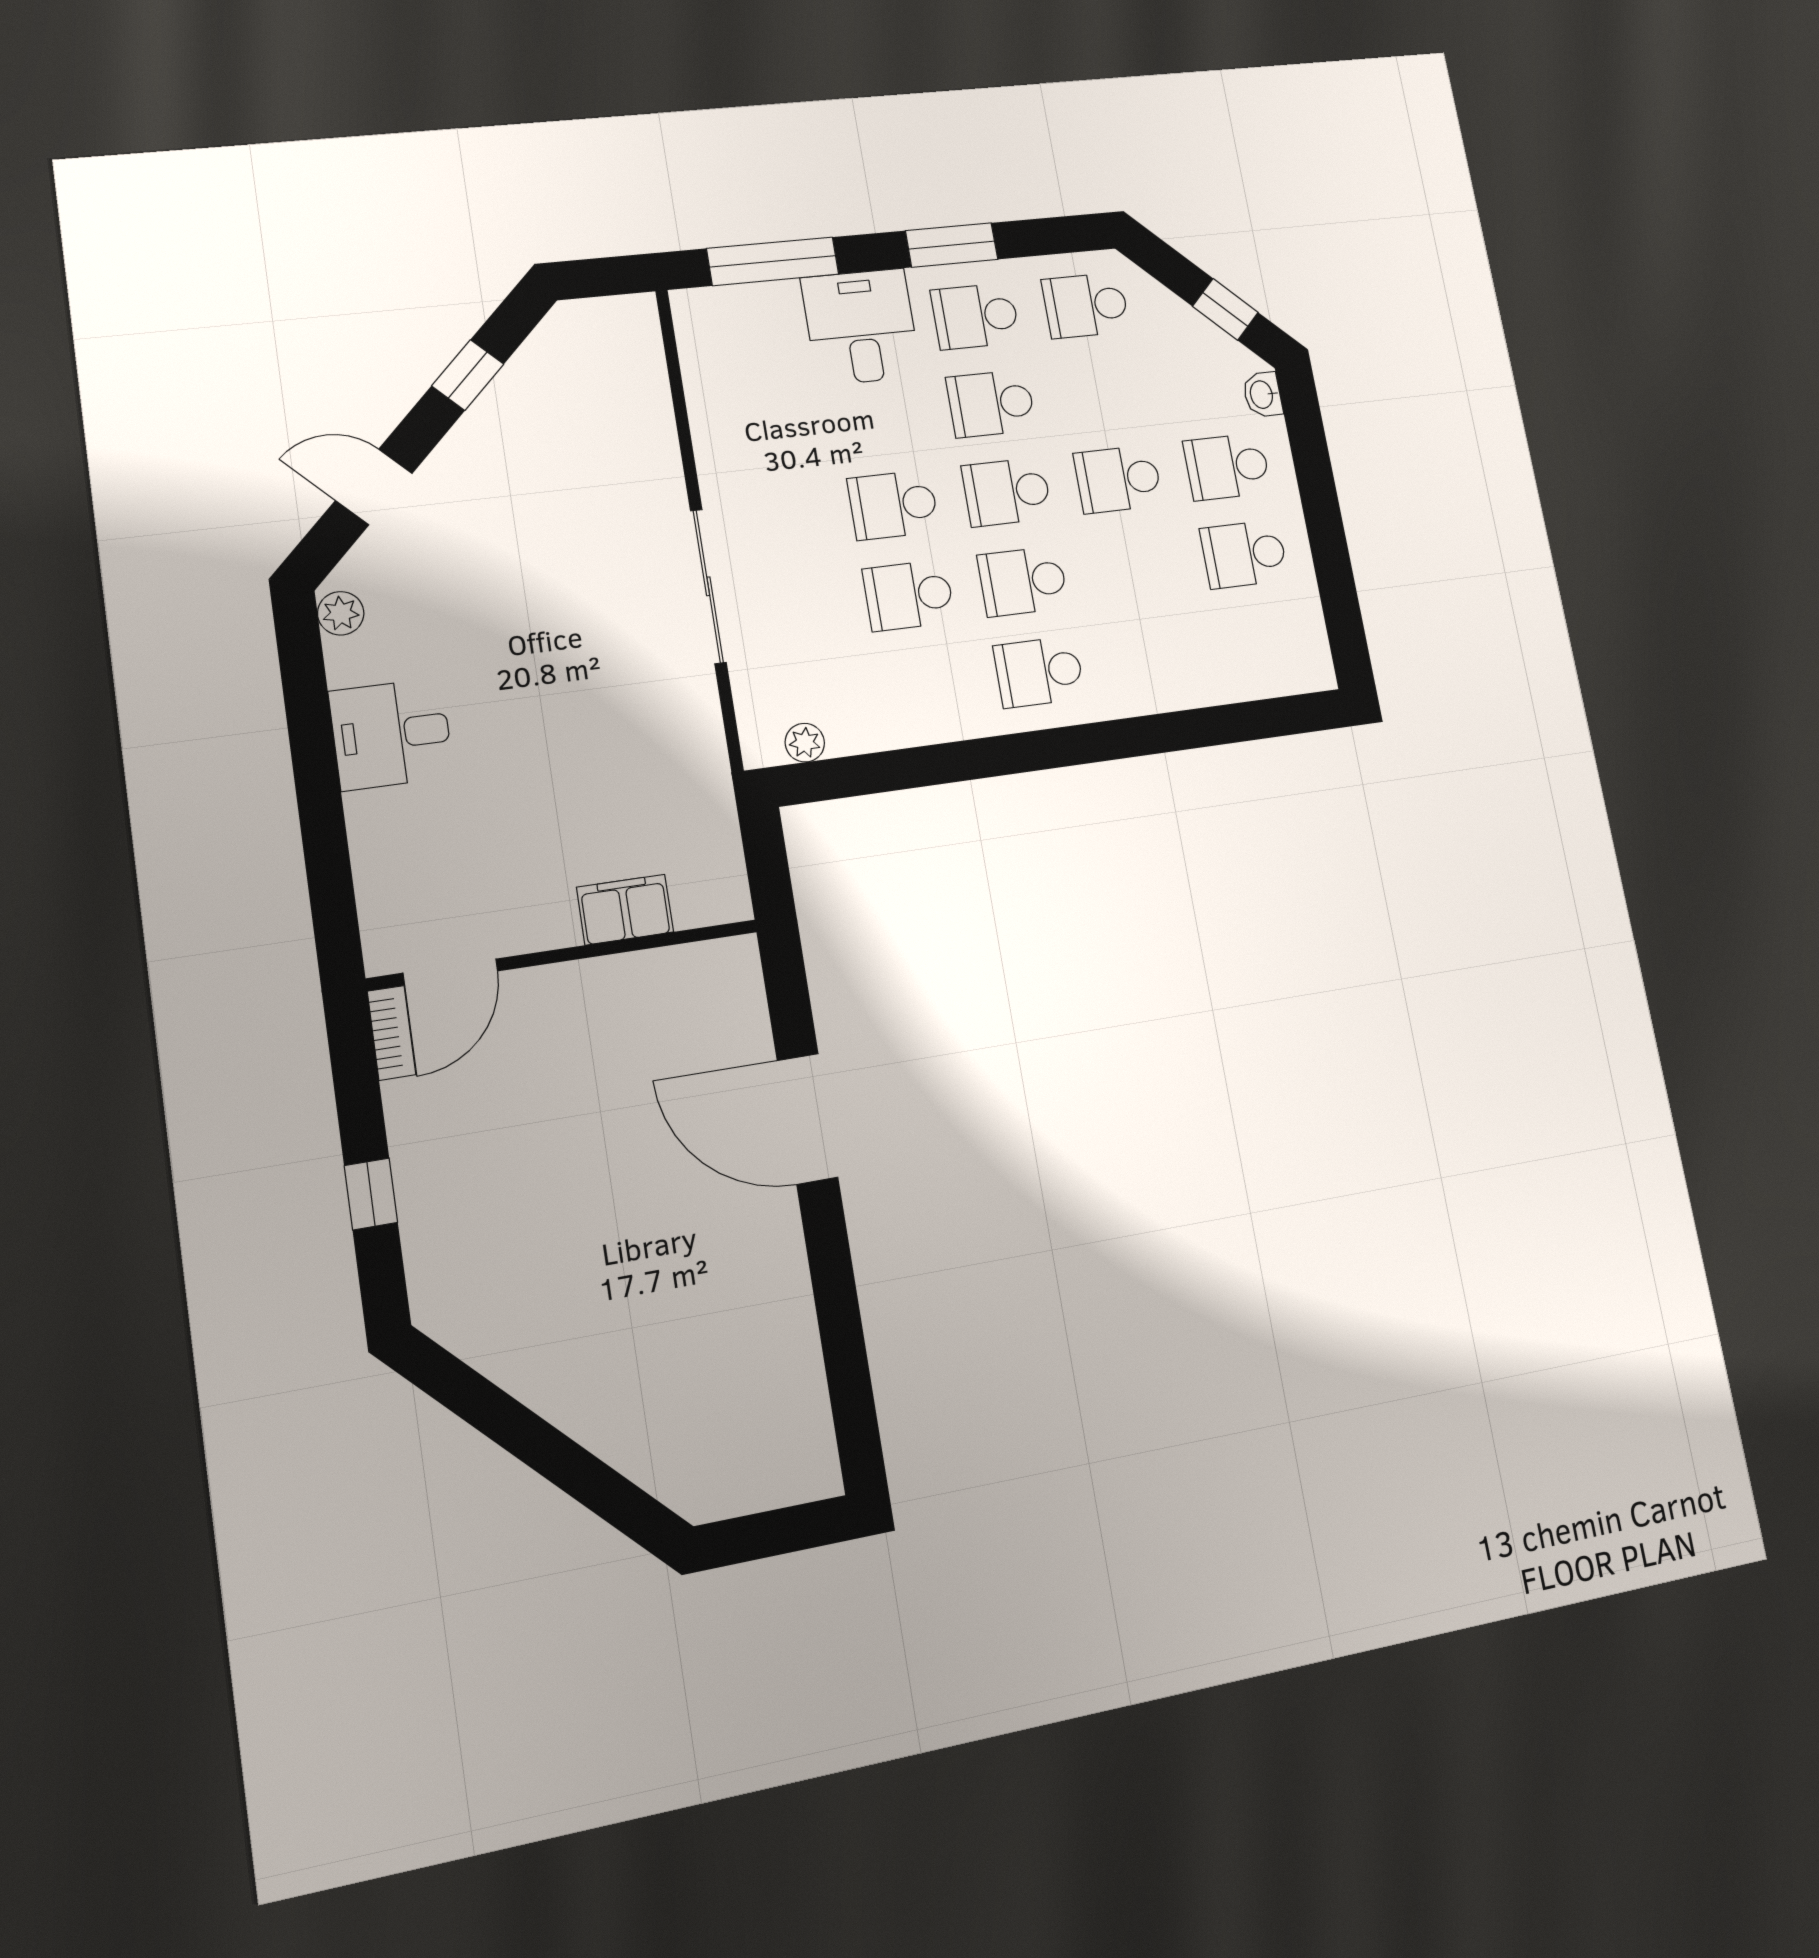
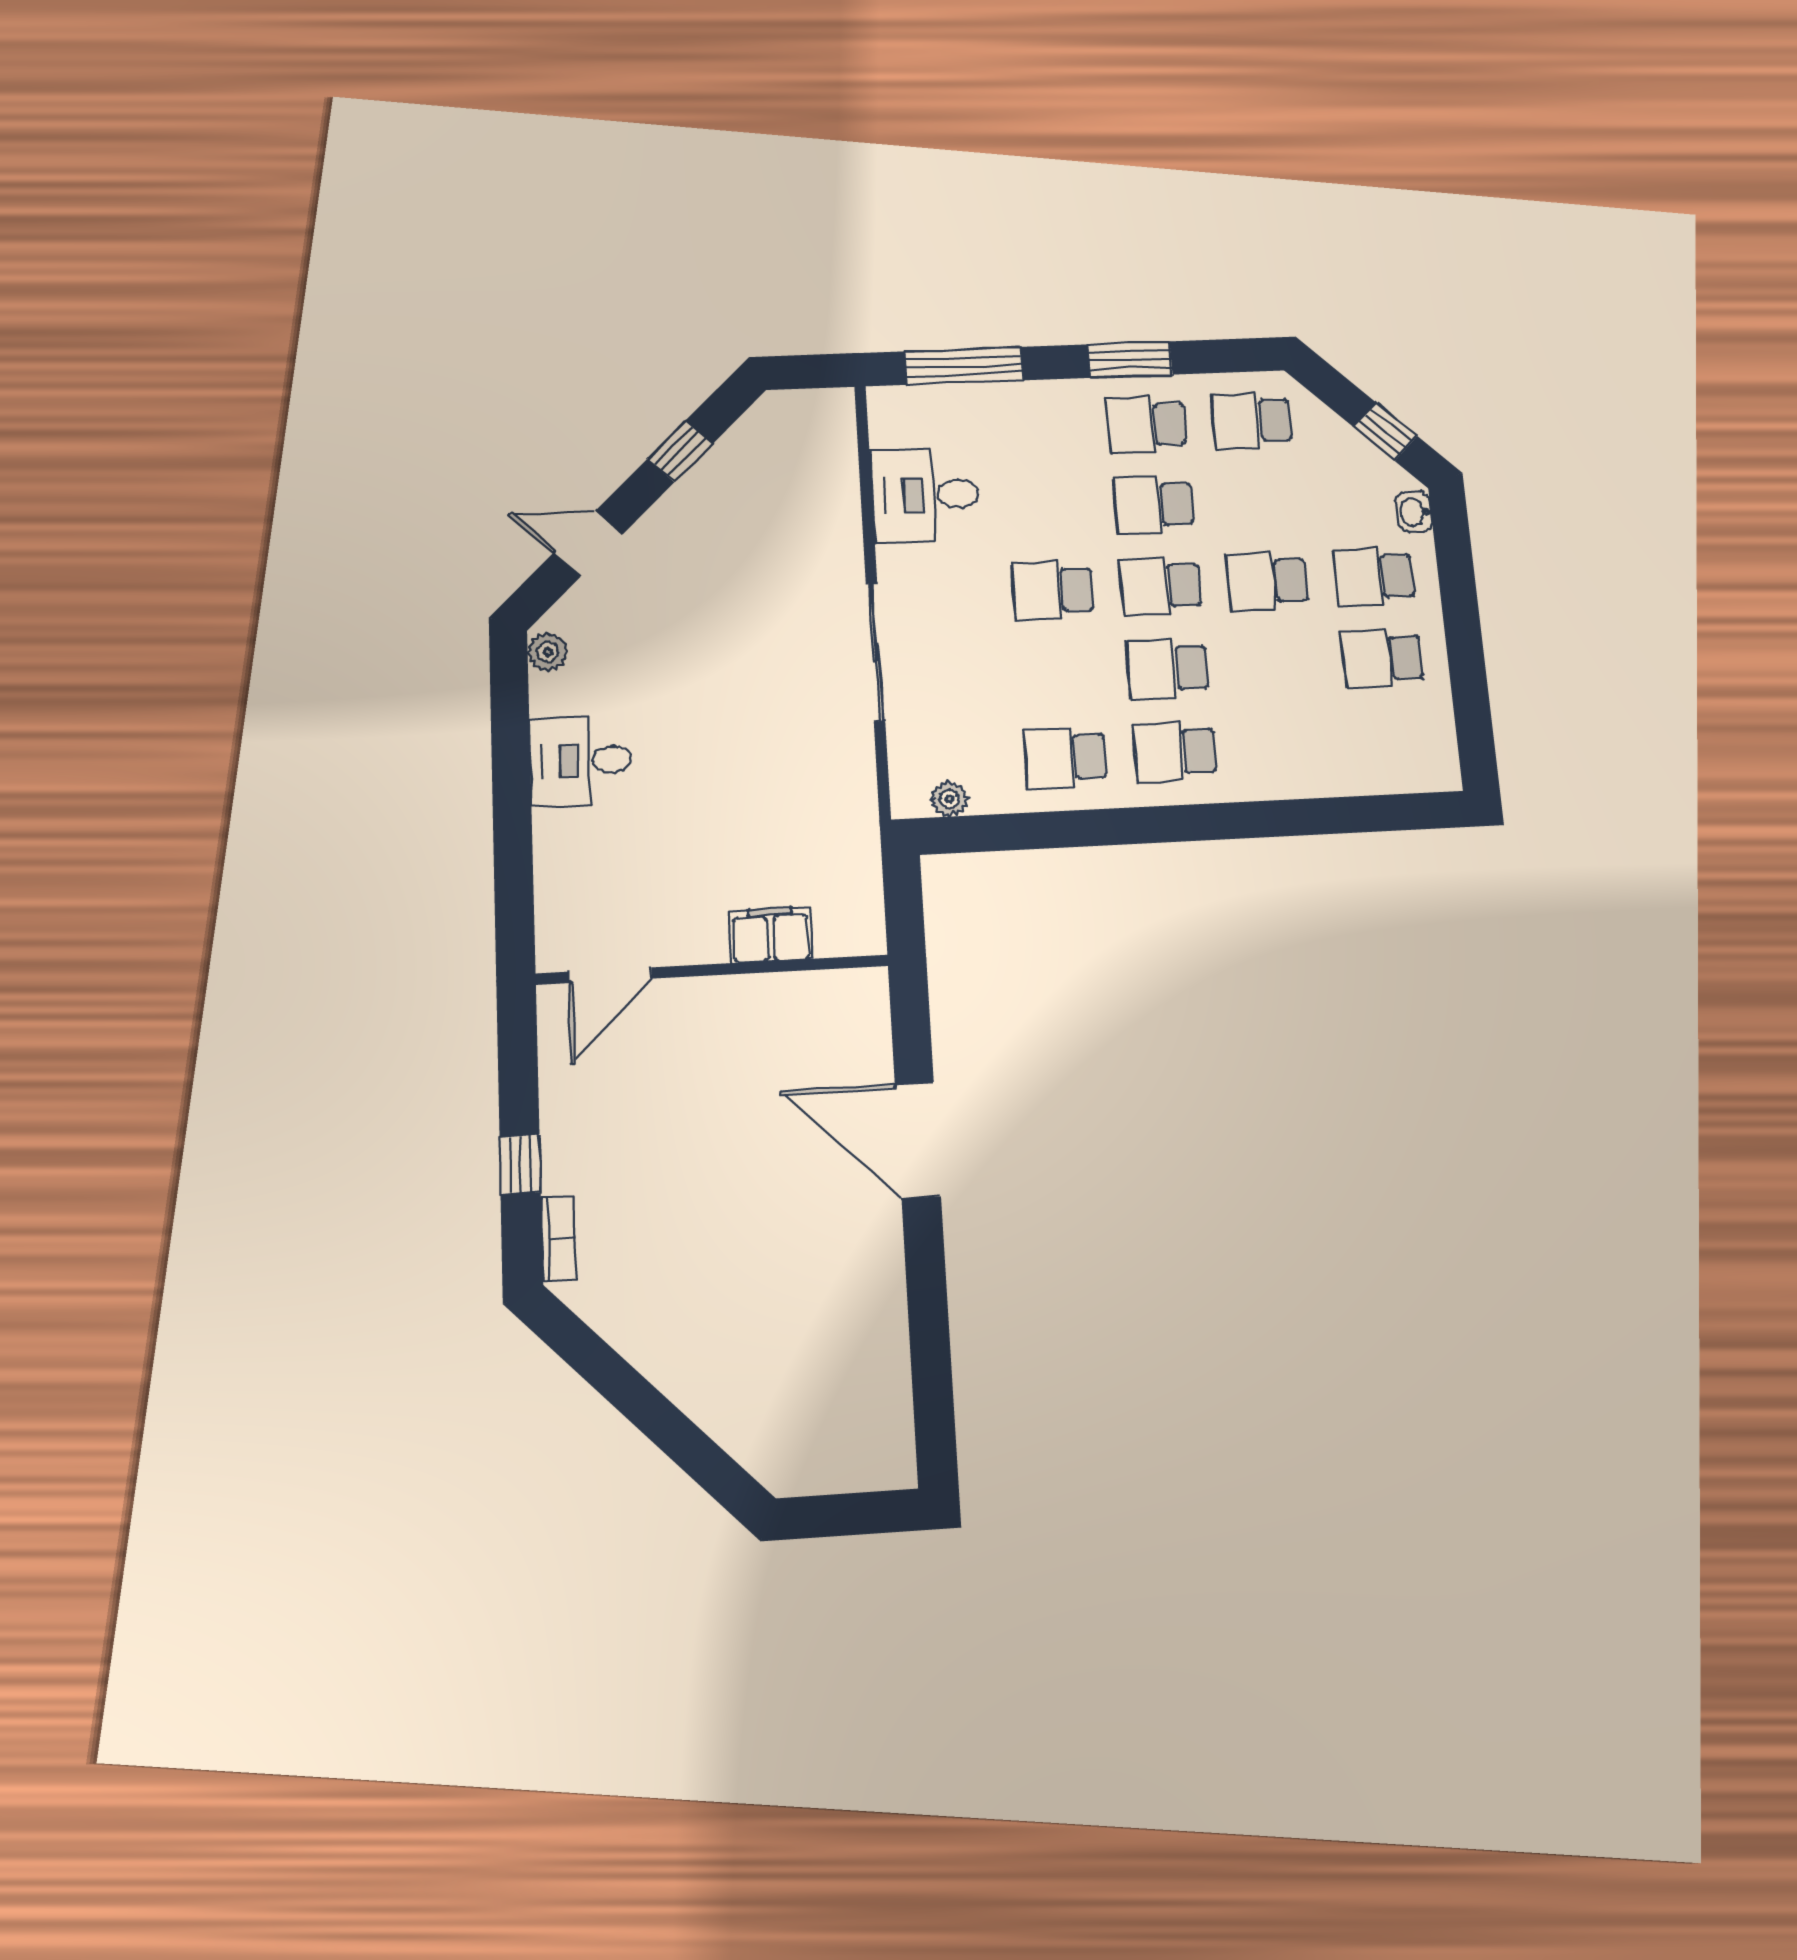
desk: (861, 327) -> (925, 495), moved, turned -90
school desk: (909, 595) -> (1065, 758), moved
bookcase: (392, 1033) -> (559, 1239), moved

